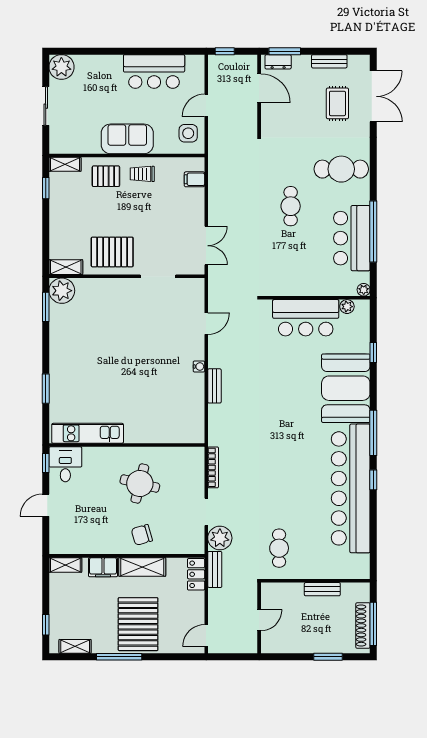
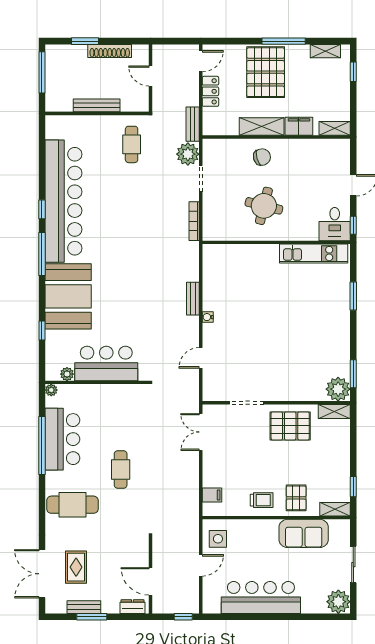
window: (285, 51) -> (92, 617), moved
bar counter: (154, 72) -> (261, 597), width x1.36
sofa: (127, 139) -> (304, 533), moved
pallet: (106, 176) -> (296, 498), turned 90
locker: (196, 574) -> (210, 91), moved
bench: (322, 589) -> (97, 105), width x1.36
door: (259, 620) -> (150, 76), hinge flipped
shoe rack: (363, 626) -> (110, 51), moved, turned 90

